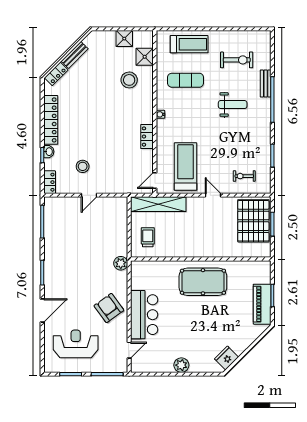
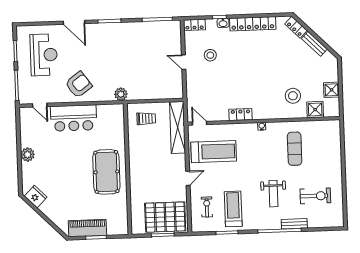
treadmill: (189, 44) -> (233, 209), moved, turned 180
exercise bike: (237, 60) -> (315, 196), turned -90

